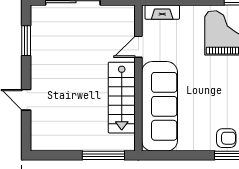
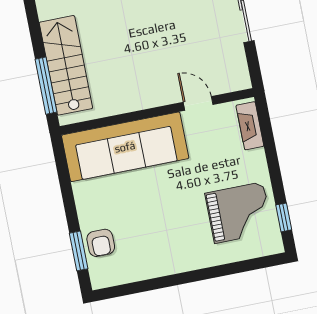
stairs: (122, 98) -> (66, 65), moved, turned 90

